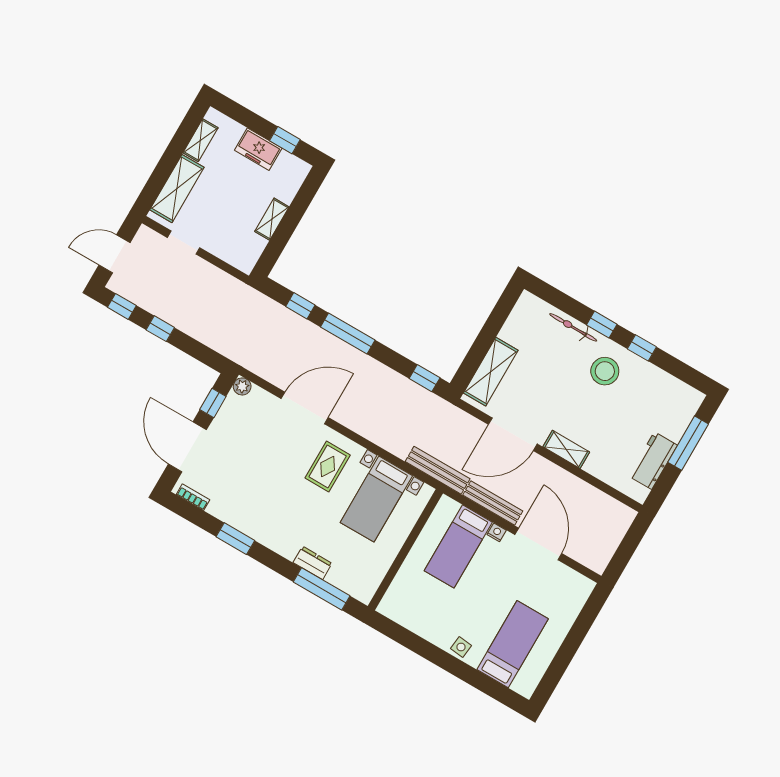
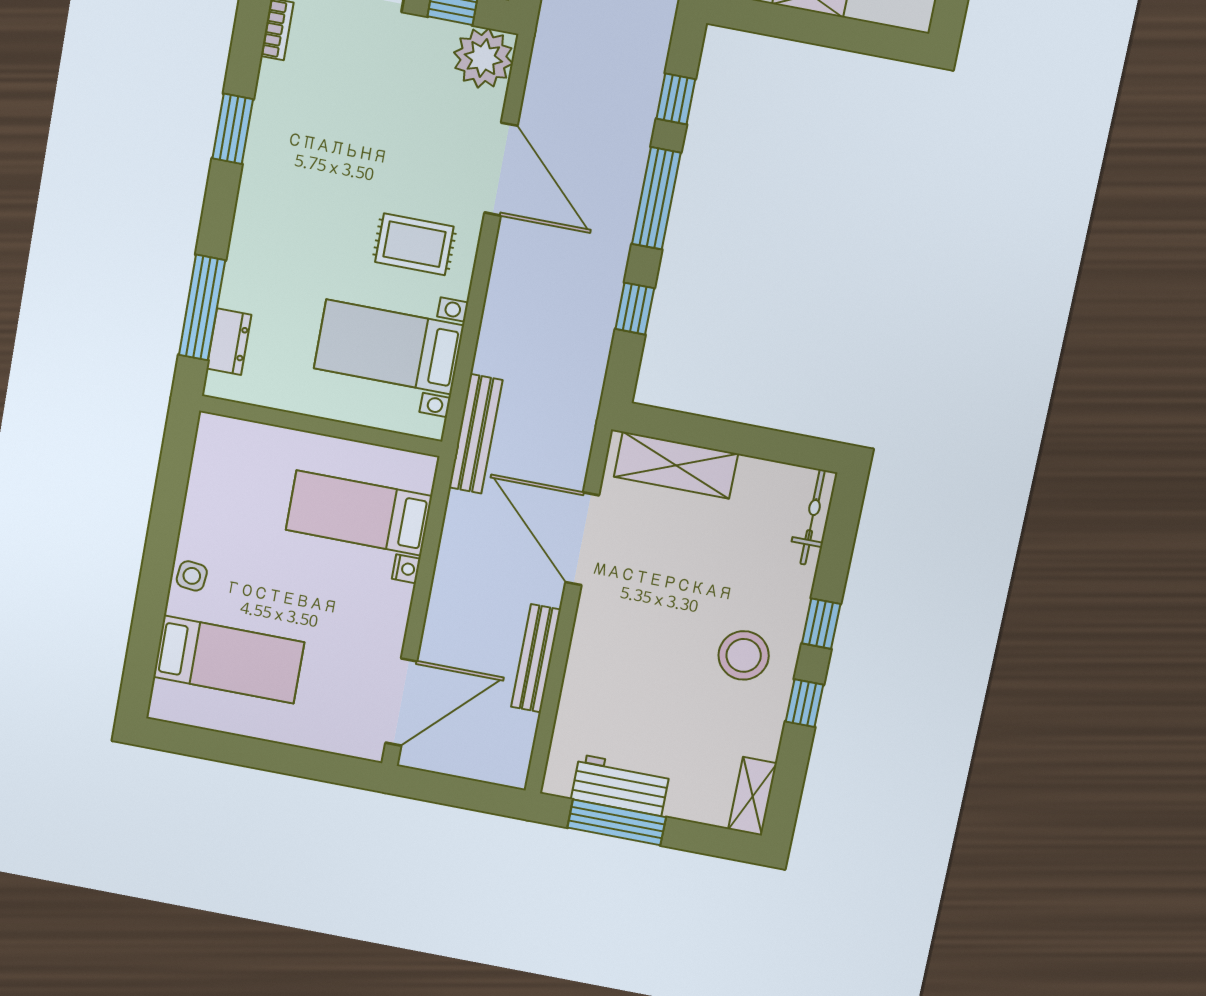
bicycle: (573, 327) -> (813, 517), moved
window: (425, 378) -> (635, 309), moved
plant: (242, 386) -> (483, 58), width x1.88, depth x1.88
window: (688, 443) -> (617, 822), moved
shelving: (566, 449) -> (753, 796), moved
bench: (493, 503) -> (536, 658), moved
door: (538, 544) -> (401, 702), moved
dresser: (313, 563) -> (229, 342), moved

